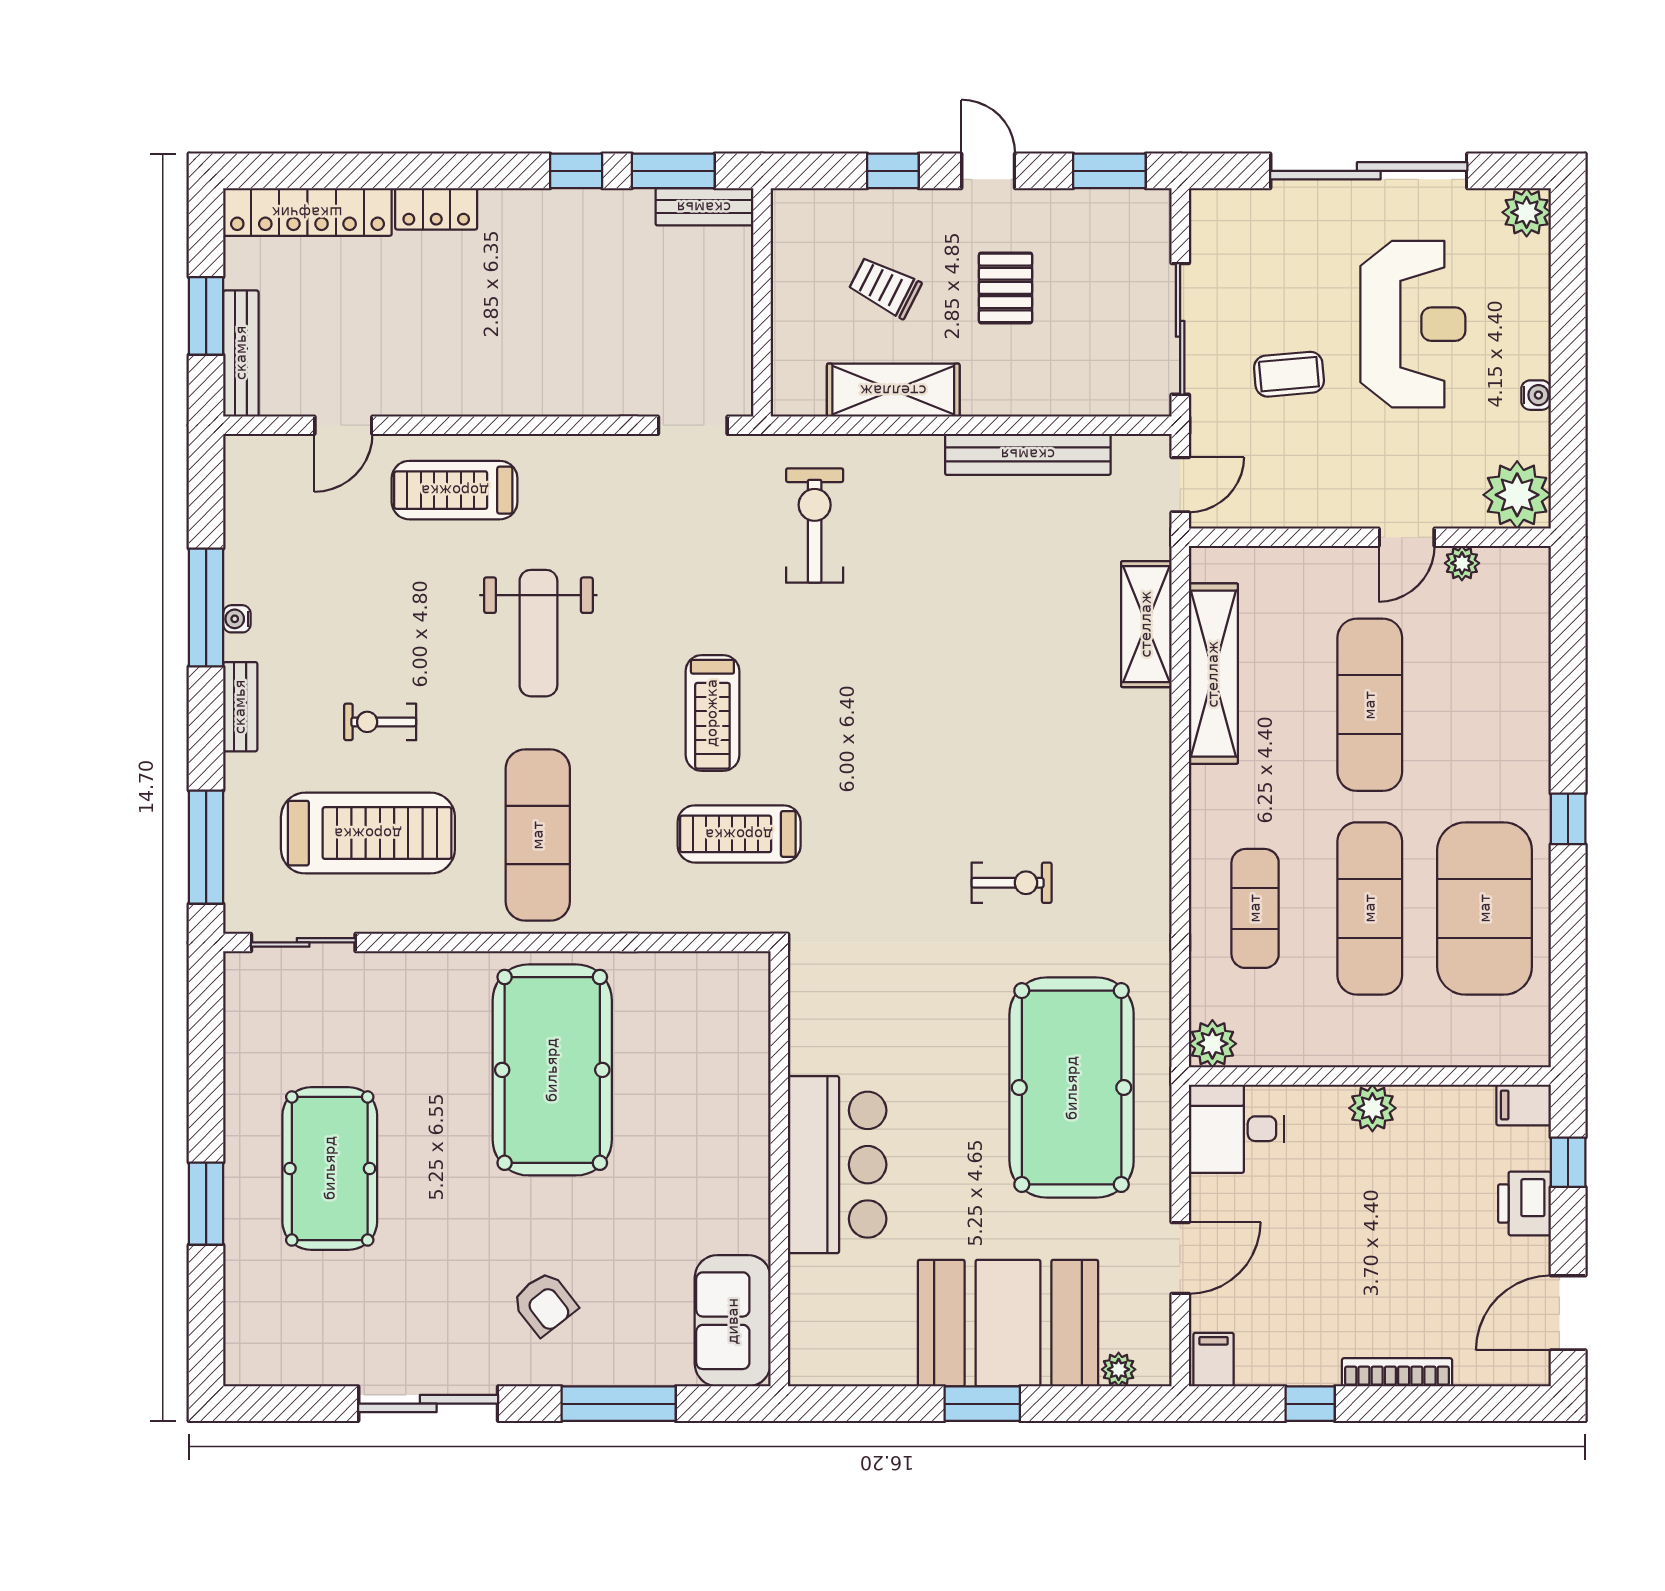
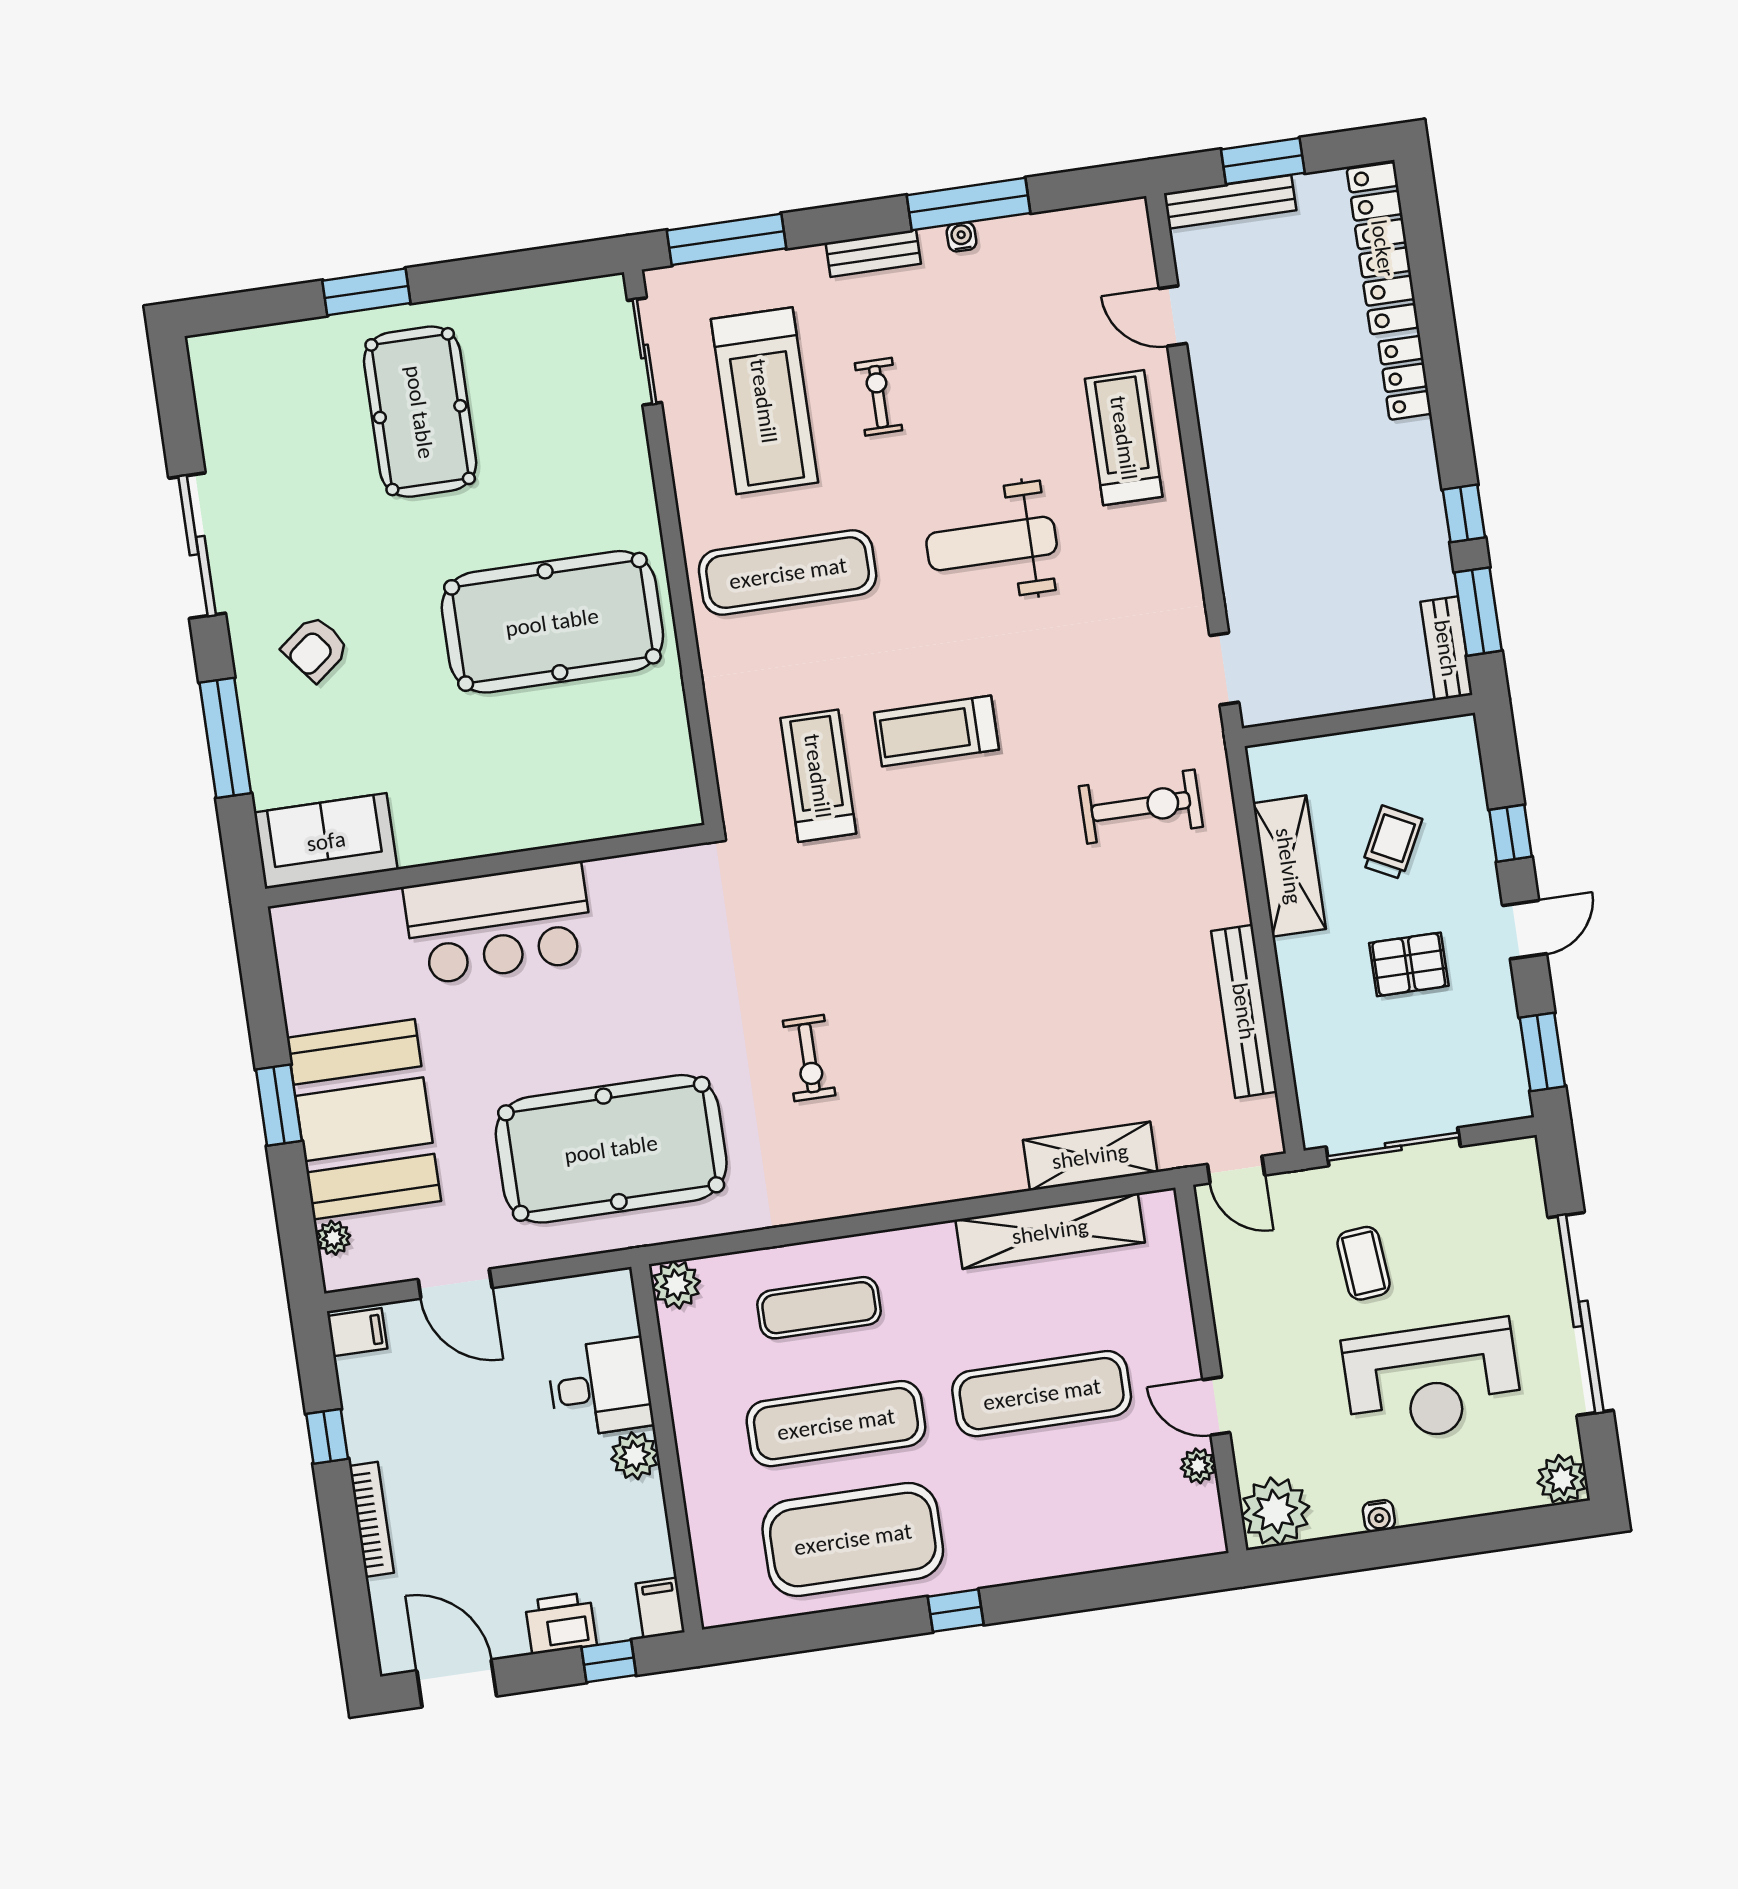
desk: (1236, 1129) -> (600, 1388), moved, turned 90
pool table: (330, 1168) -> (420, 412), turned 90

